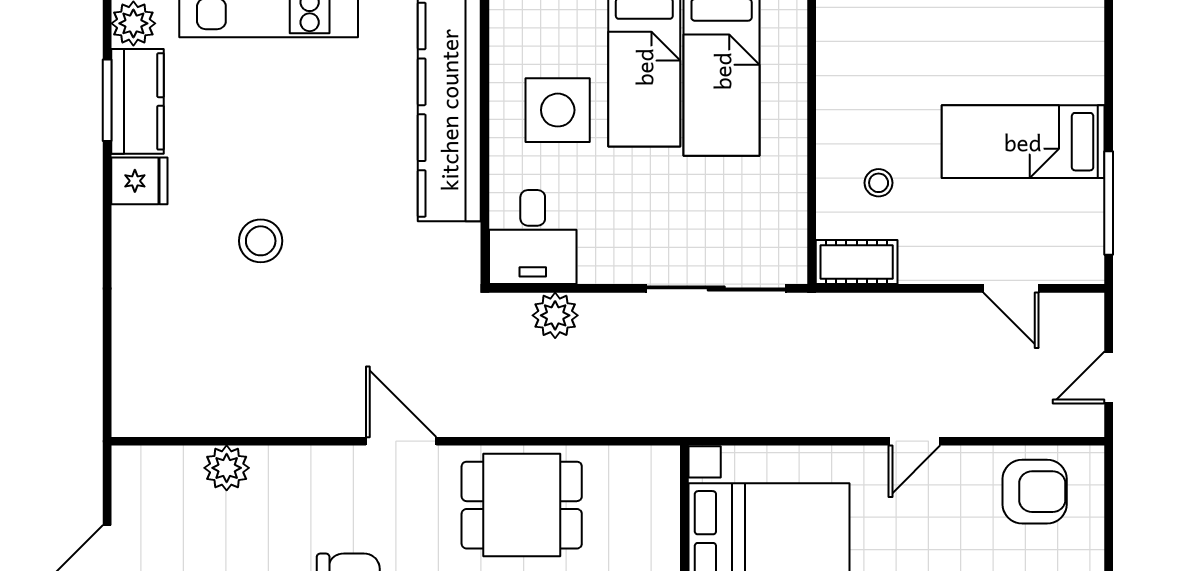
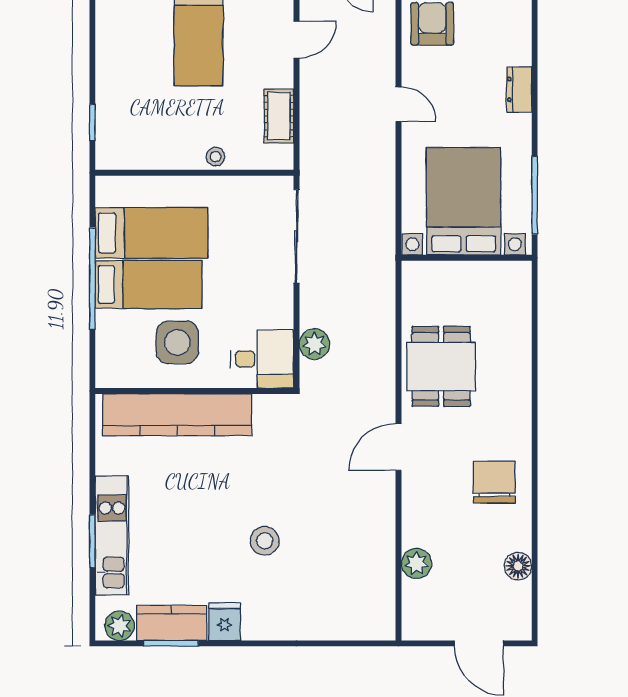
stool: (879, 183) -> (216, 157), moved
cot: (857, 262) -> (279, 116), moved

